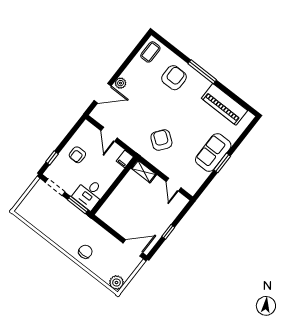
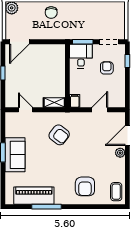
window: (202, 72) -> (47, 207), moved
door: (109, 134) -> (100, 110), hinge flipped
armchair: (77, 155) -> (107, 68), moved

